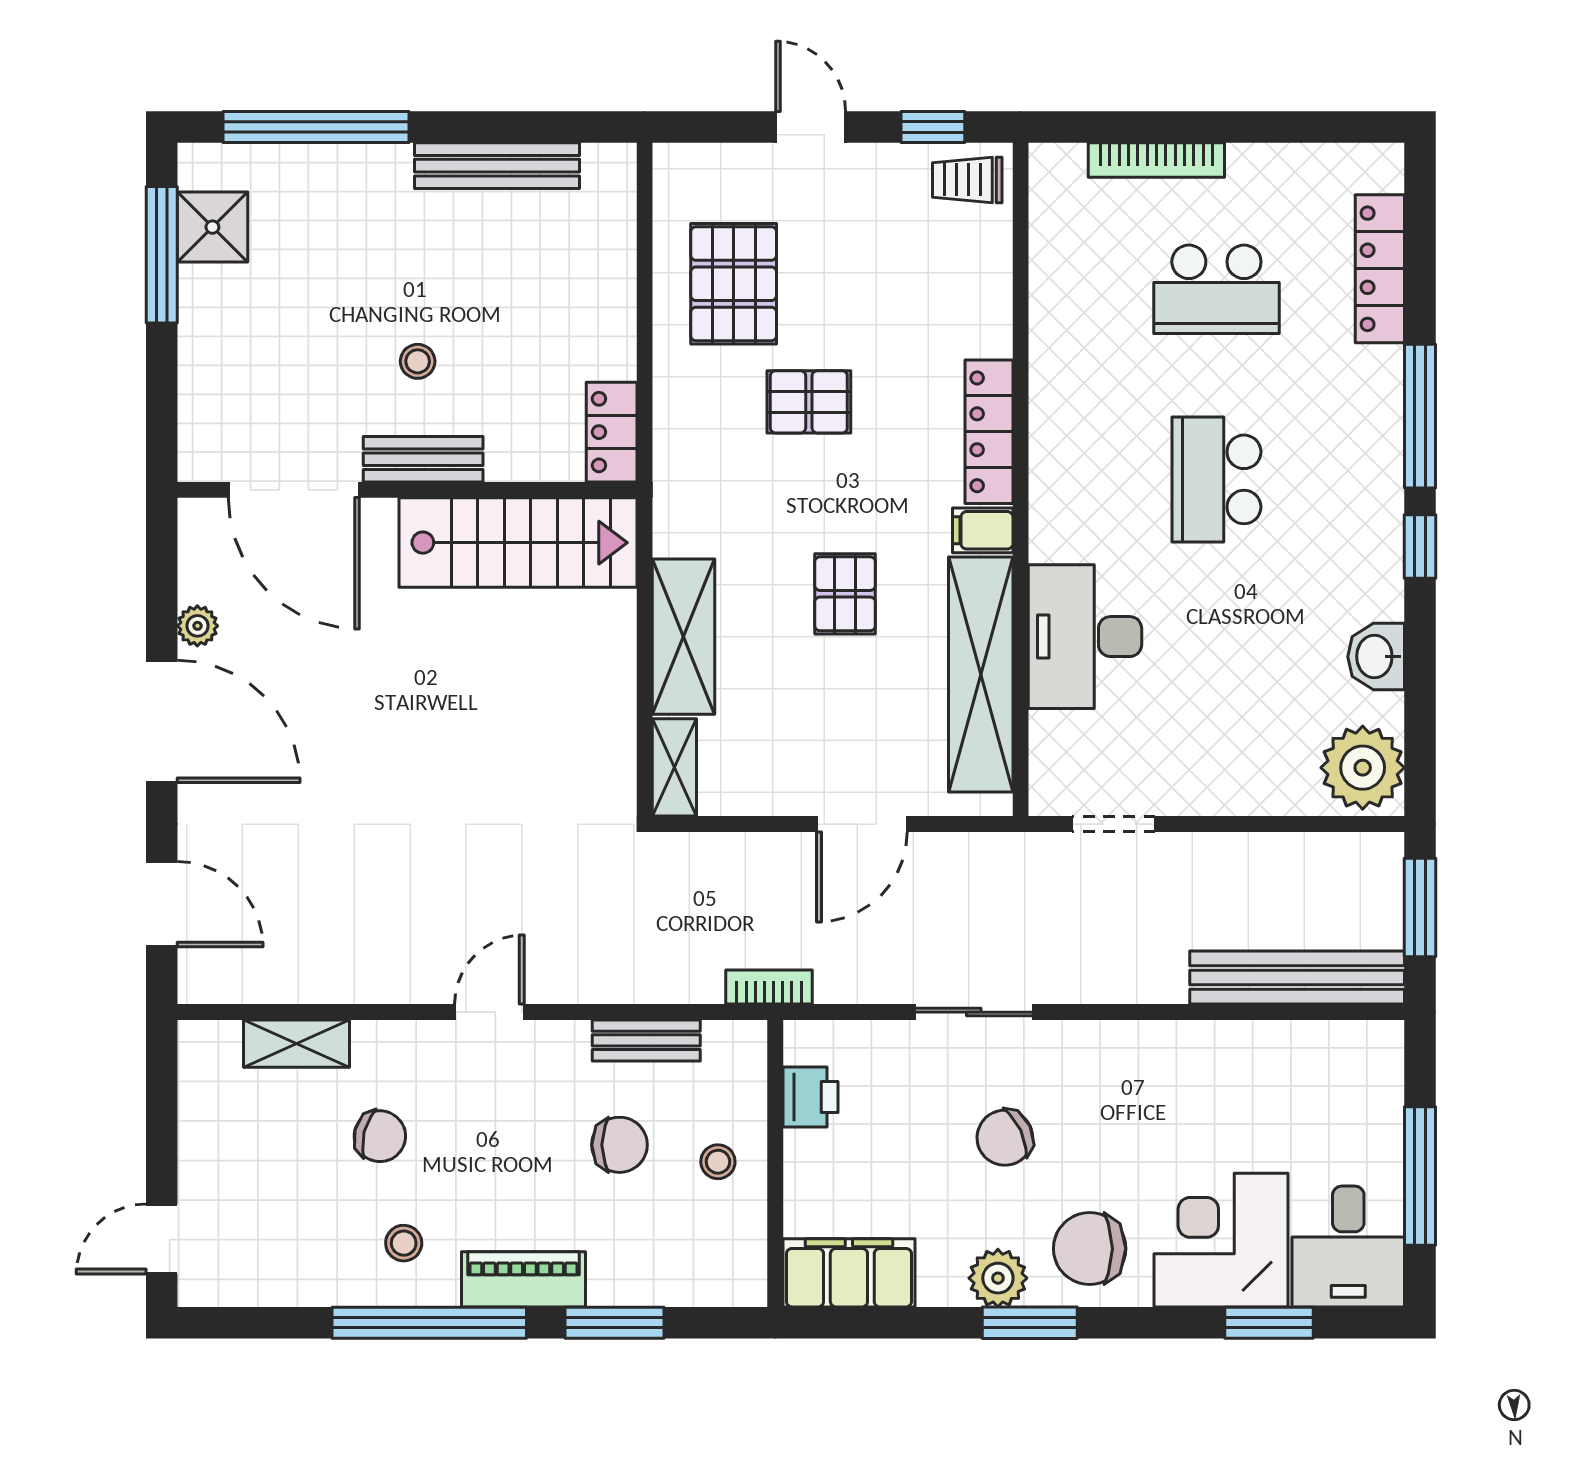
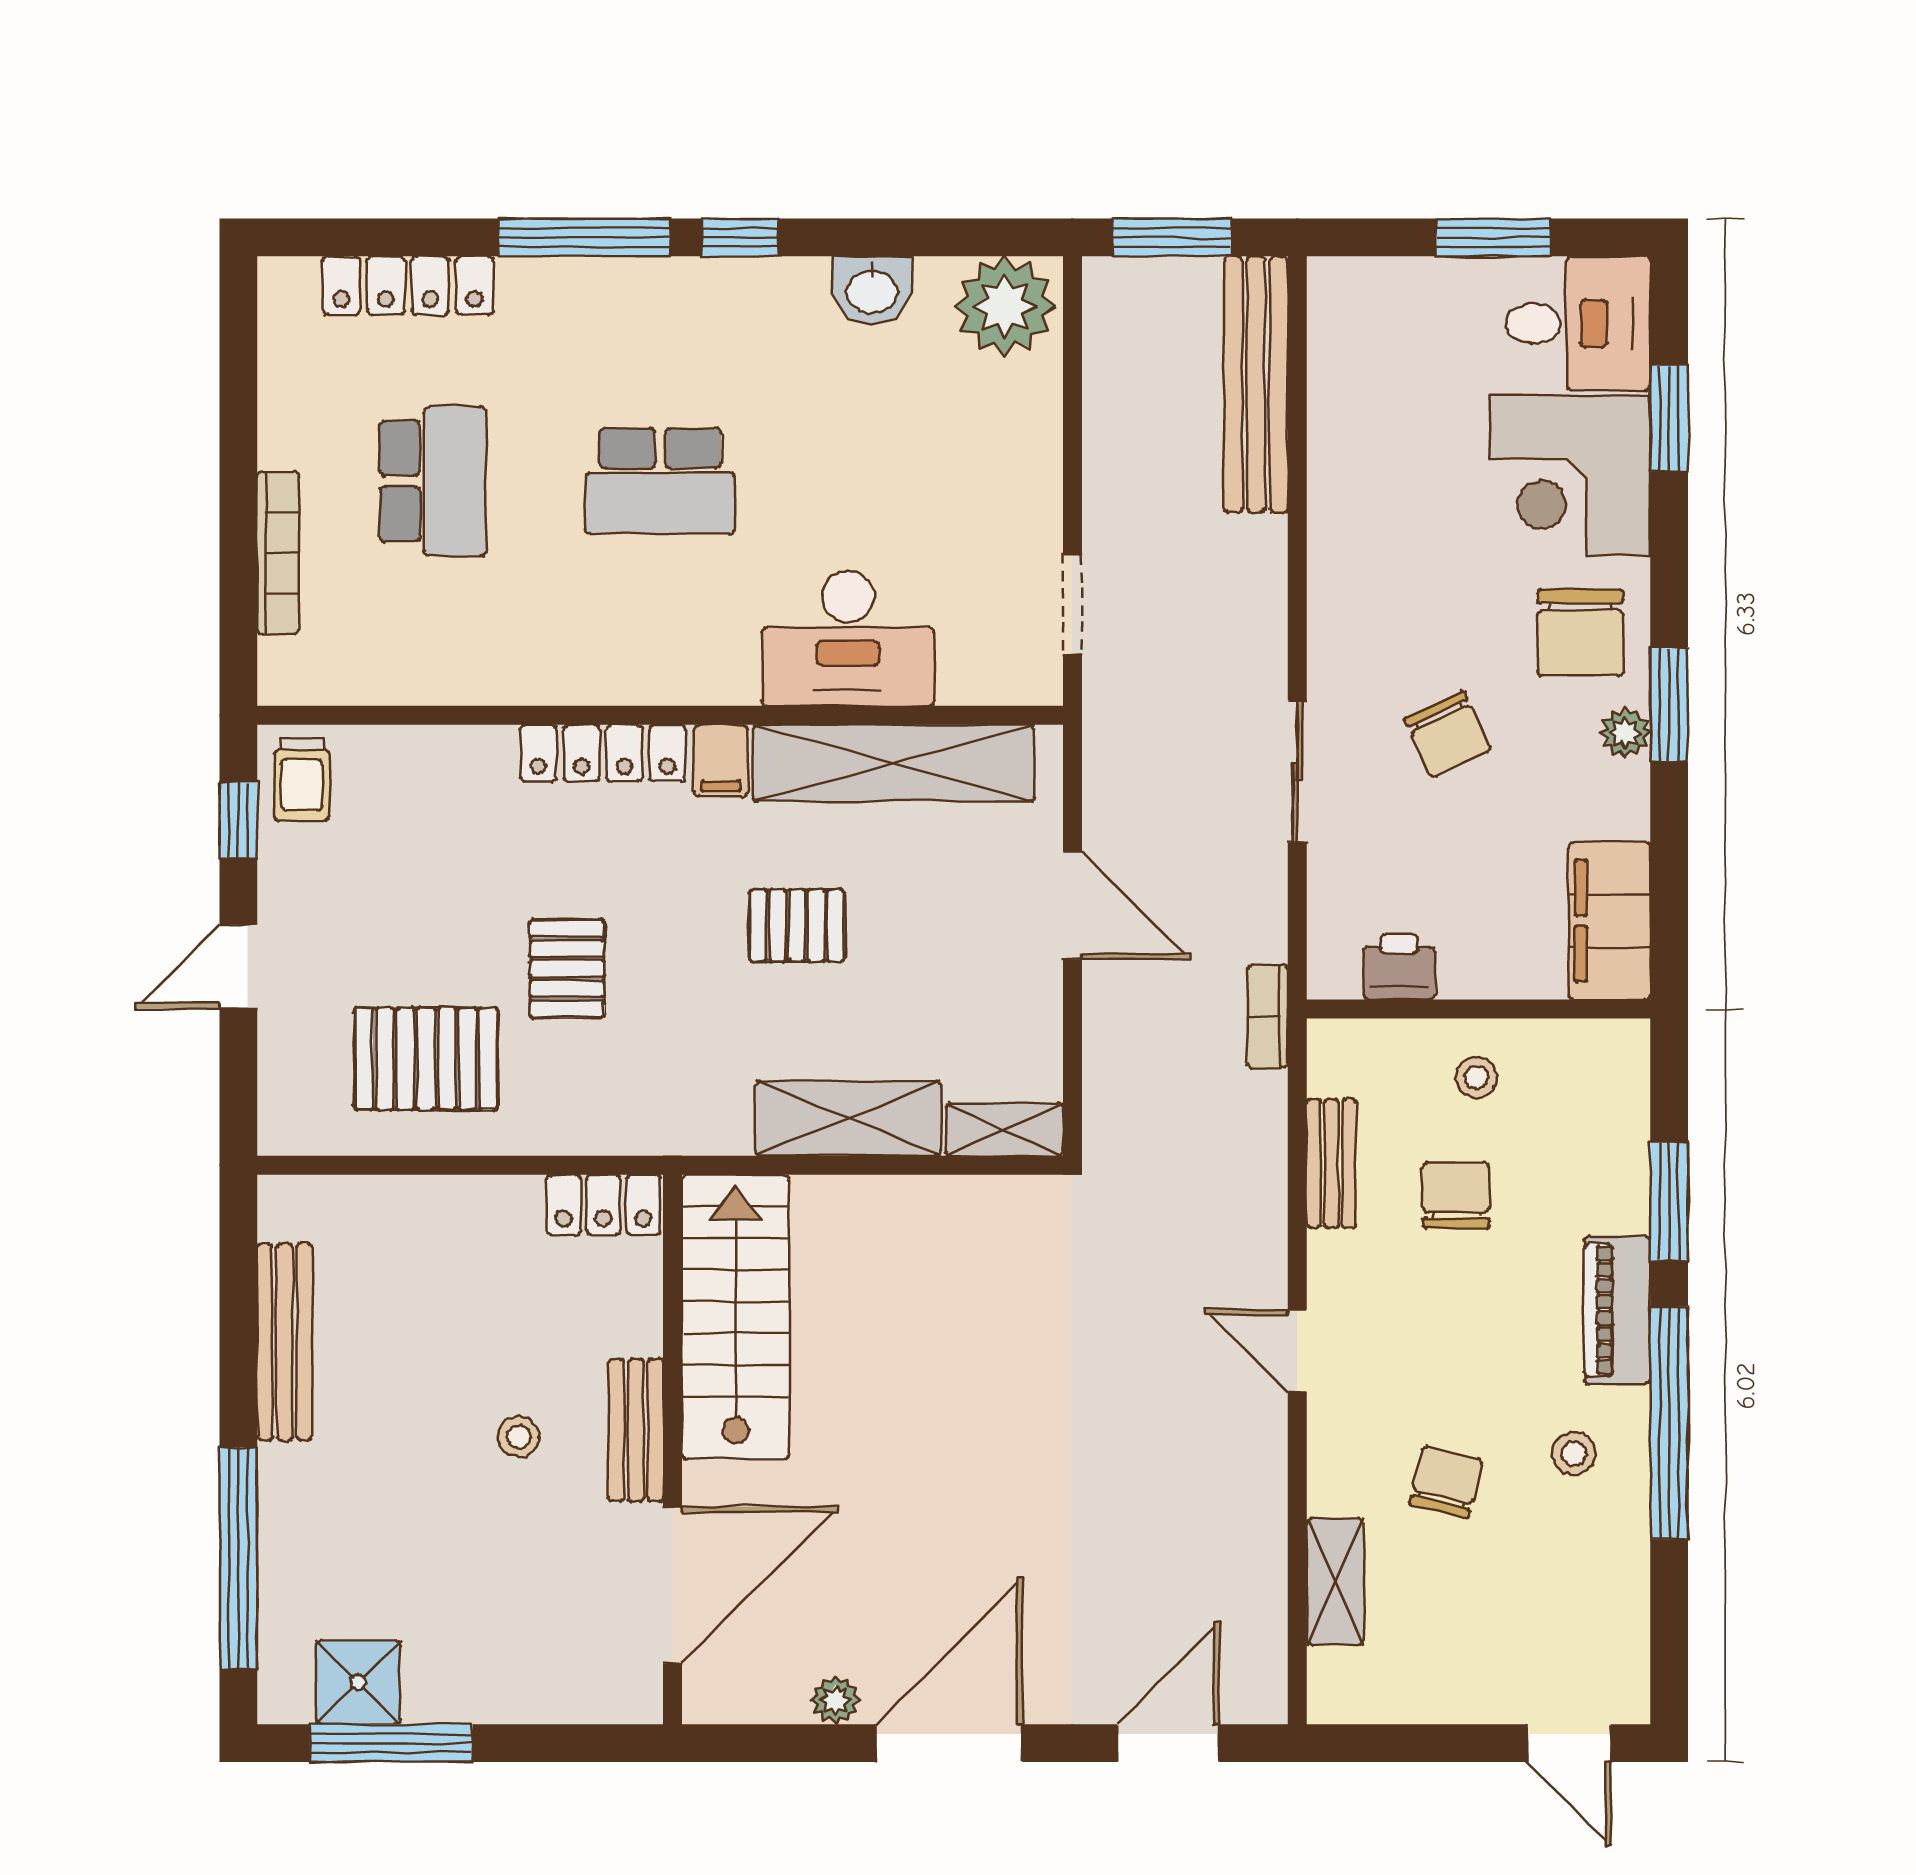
window: (1420, 1176) -> (1493, 237), width x0.69
plant: (998, 1278) -> (1625, 733), width x0.73, depth x0.73

